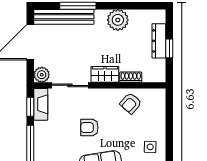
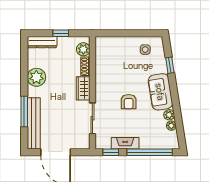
dresser: (159, 41) -> (42, 42), moved
plant: (42, 75) -> (83, 49), moved
armchair: (131, 103) -> (108, 66), removed
fireplace: (41, 104) -> (125, 143), moved

